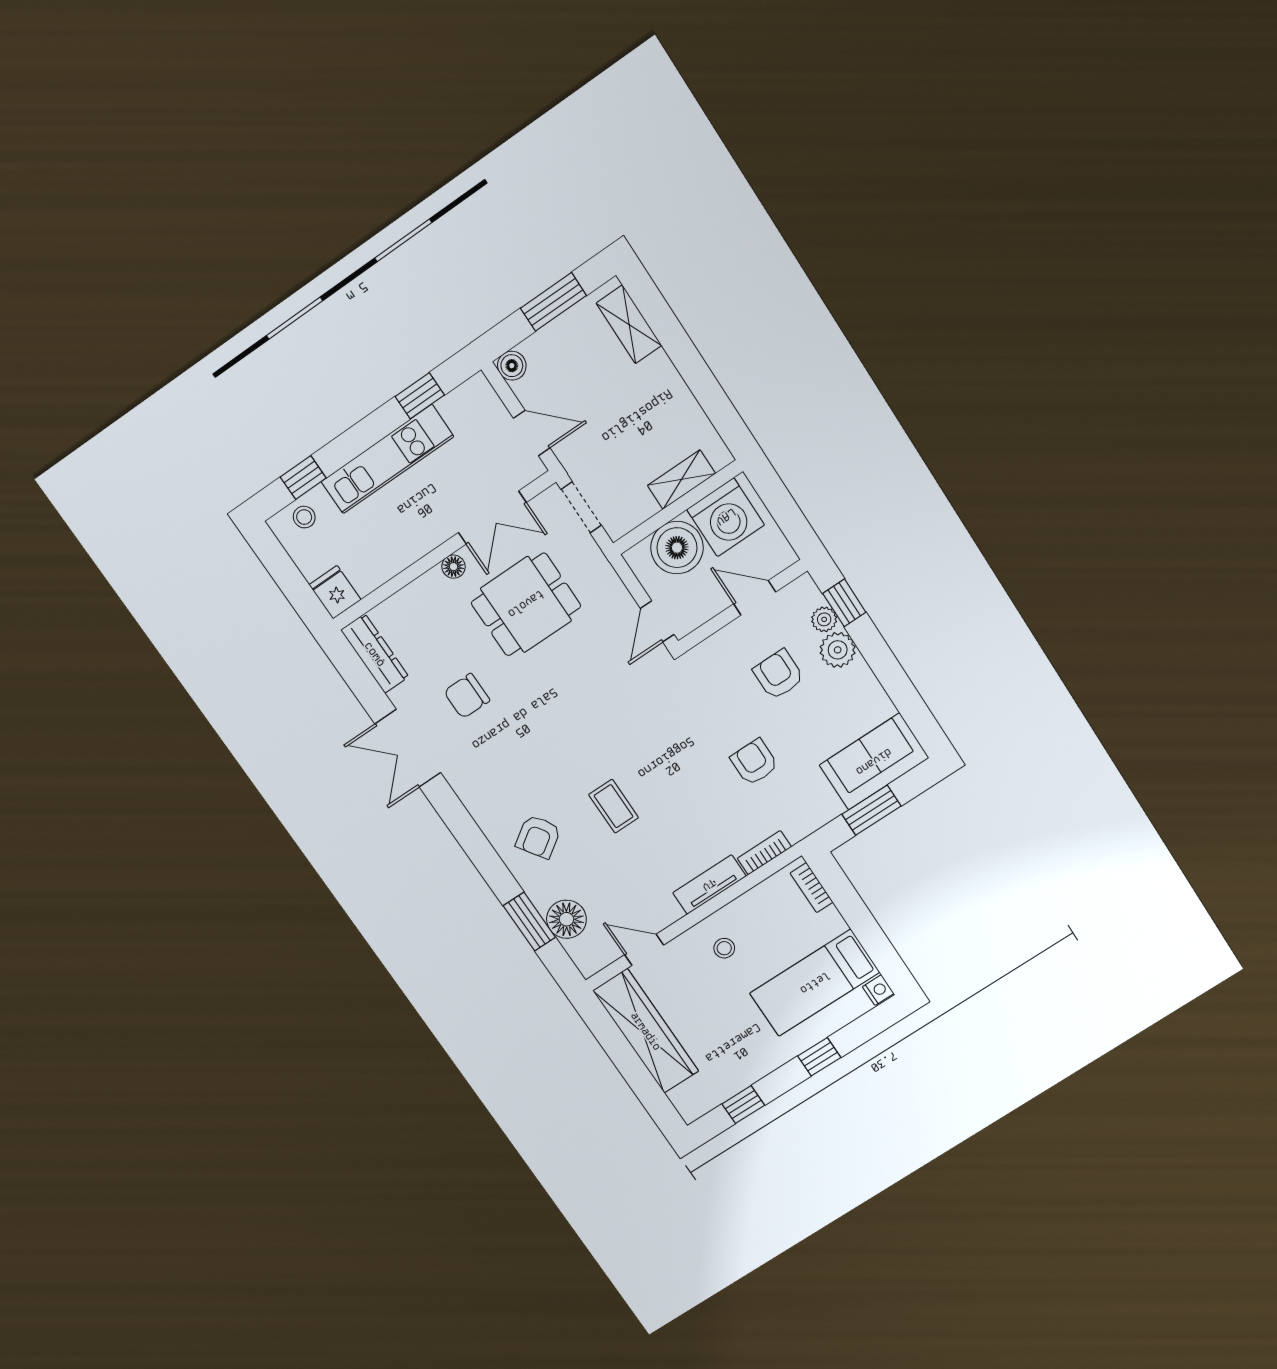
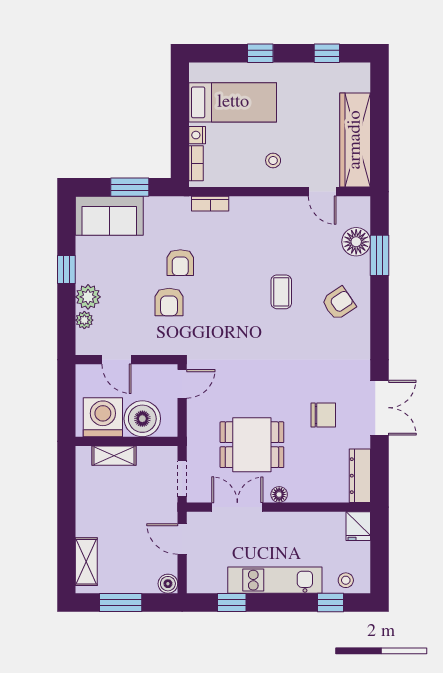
window: (844, 603) -> (66, 269), moved
armchair: (778, 674) -> (169, 302), moved
tv unit: (709, 885) -> (256, 206), removed
nightstand: (878, 990) -> (197, 135), moved

